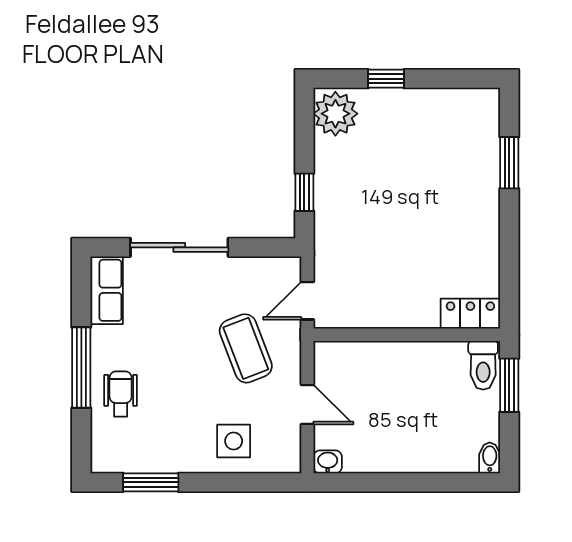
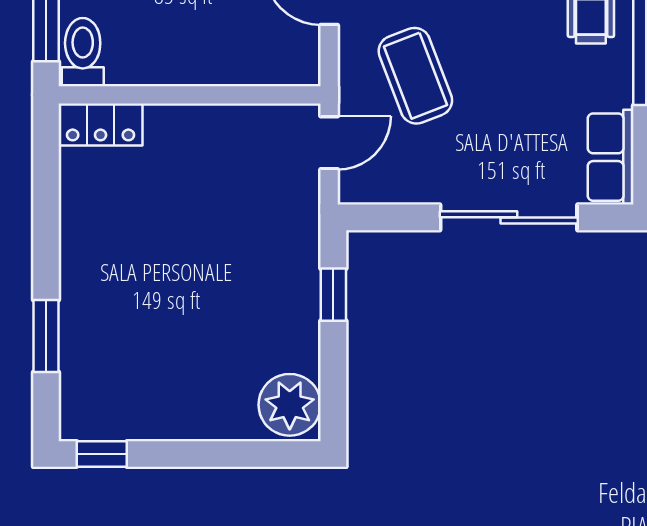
window: (386, 79) -> (102, 454), moved

